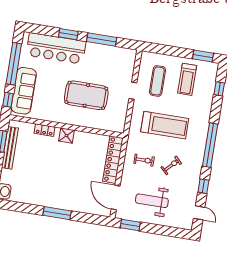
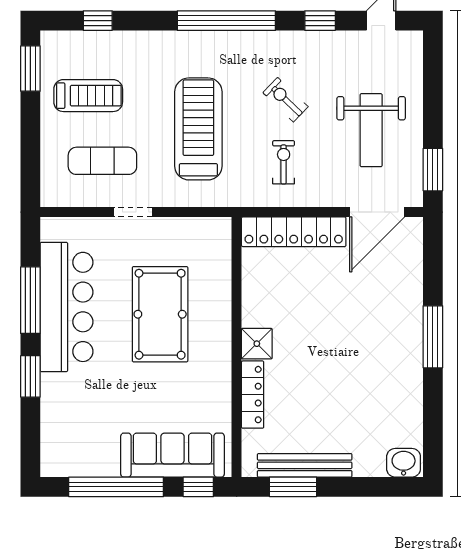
bar counter: (56, 48) -> (67, 307), moved
locker: (45, 130) -> (253, 395), width x1.53

